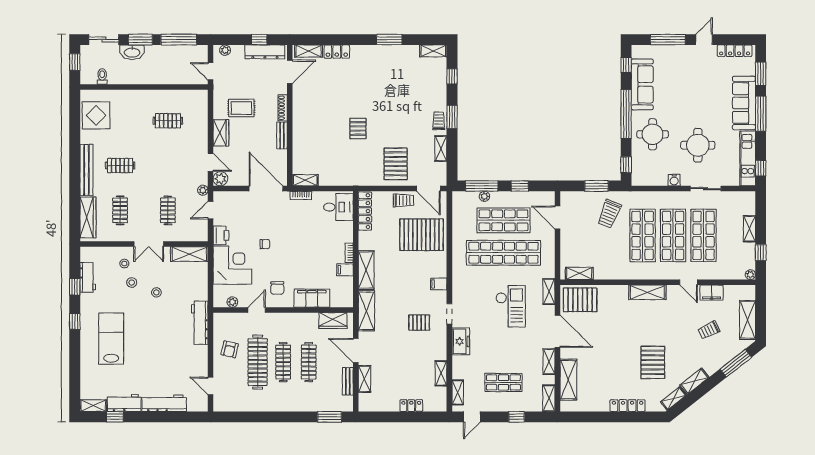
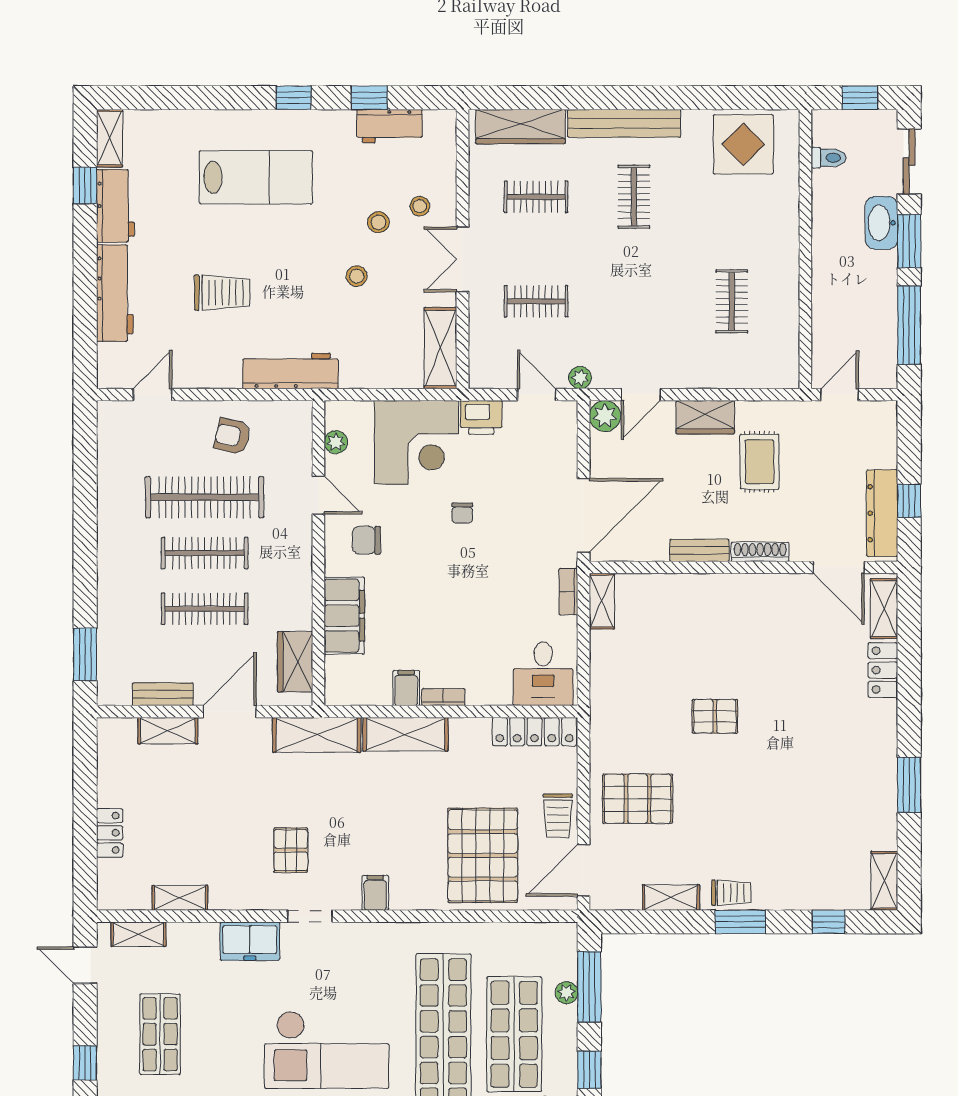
plant: (225, 50) -> (886, 426), removed
checkout: (511, 306) -> (327, 1050), width x1.36, depth x1.21
trolley: (164, 354) -> (222, 293), added

